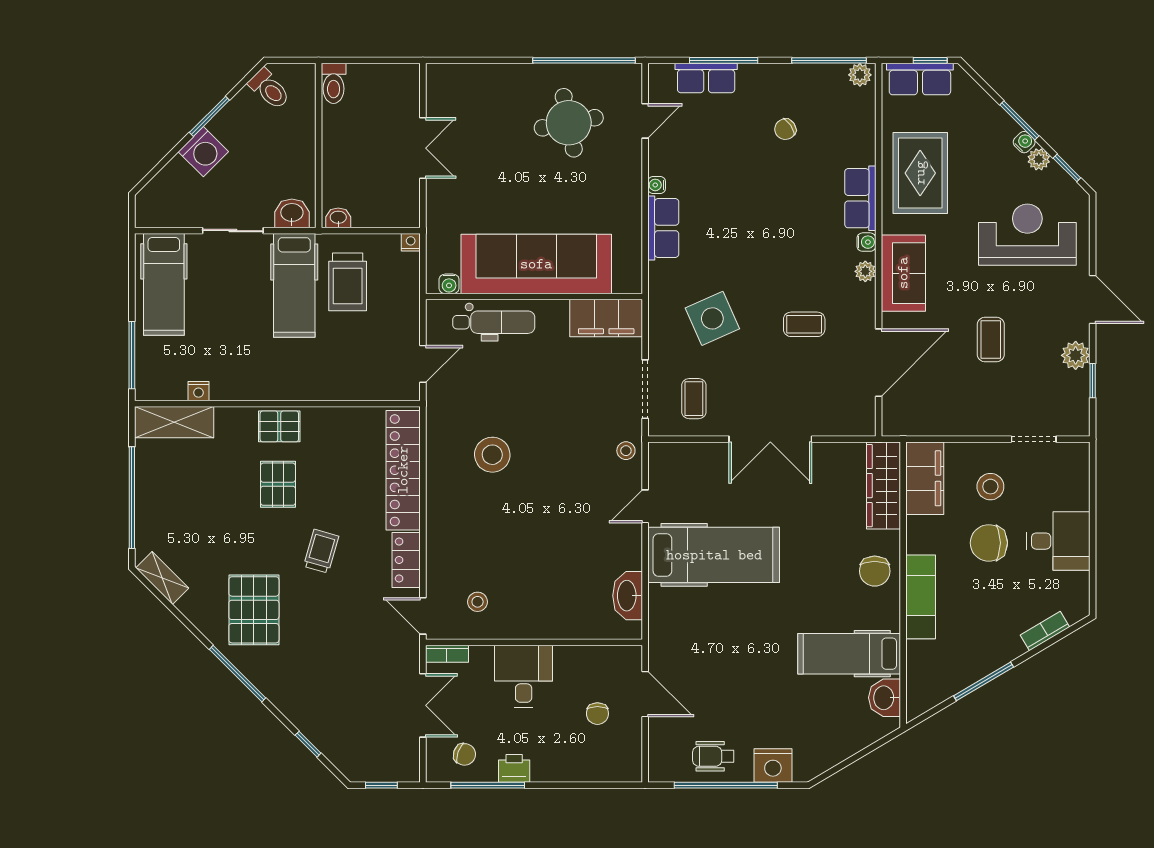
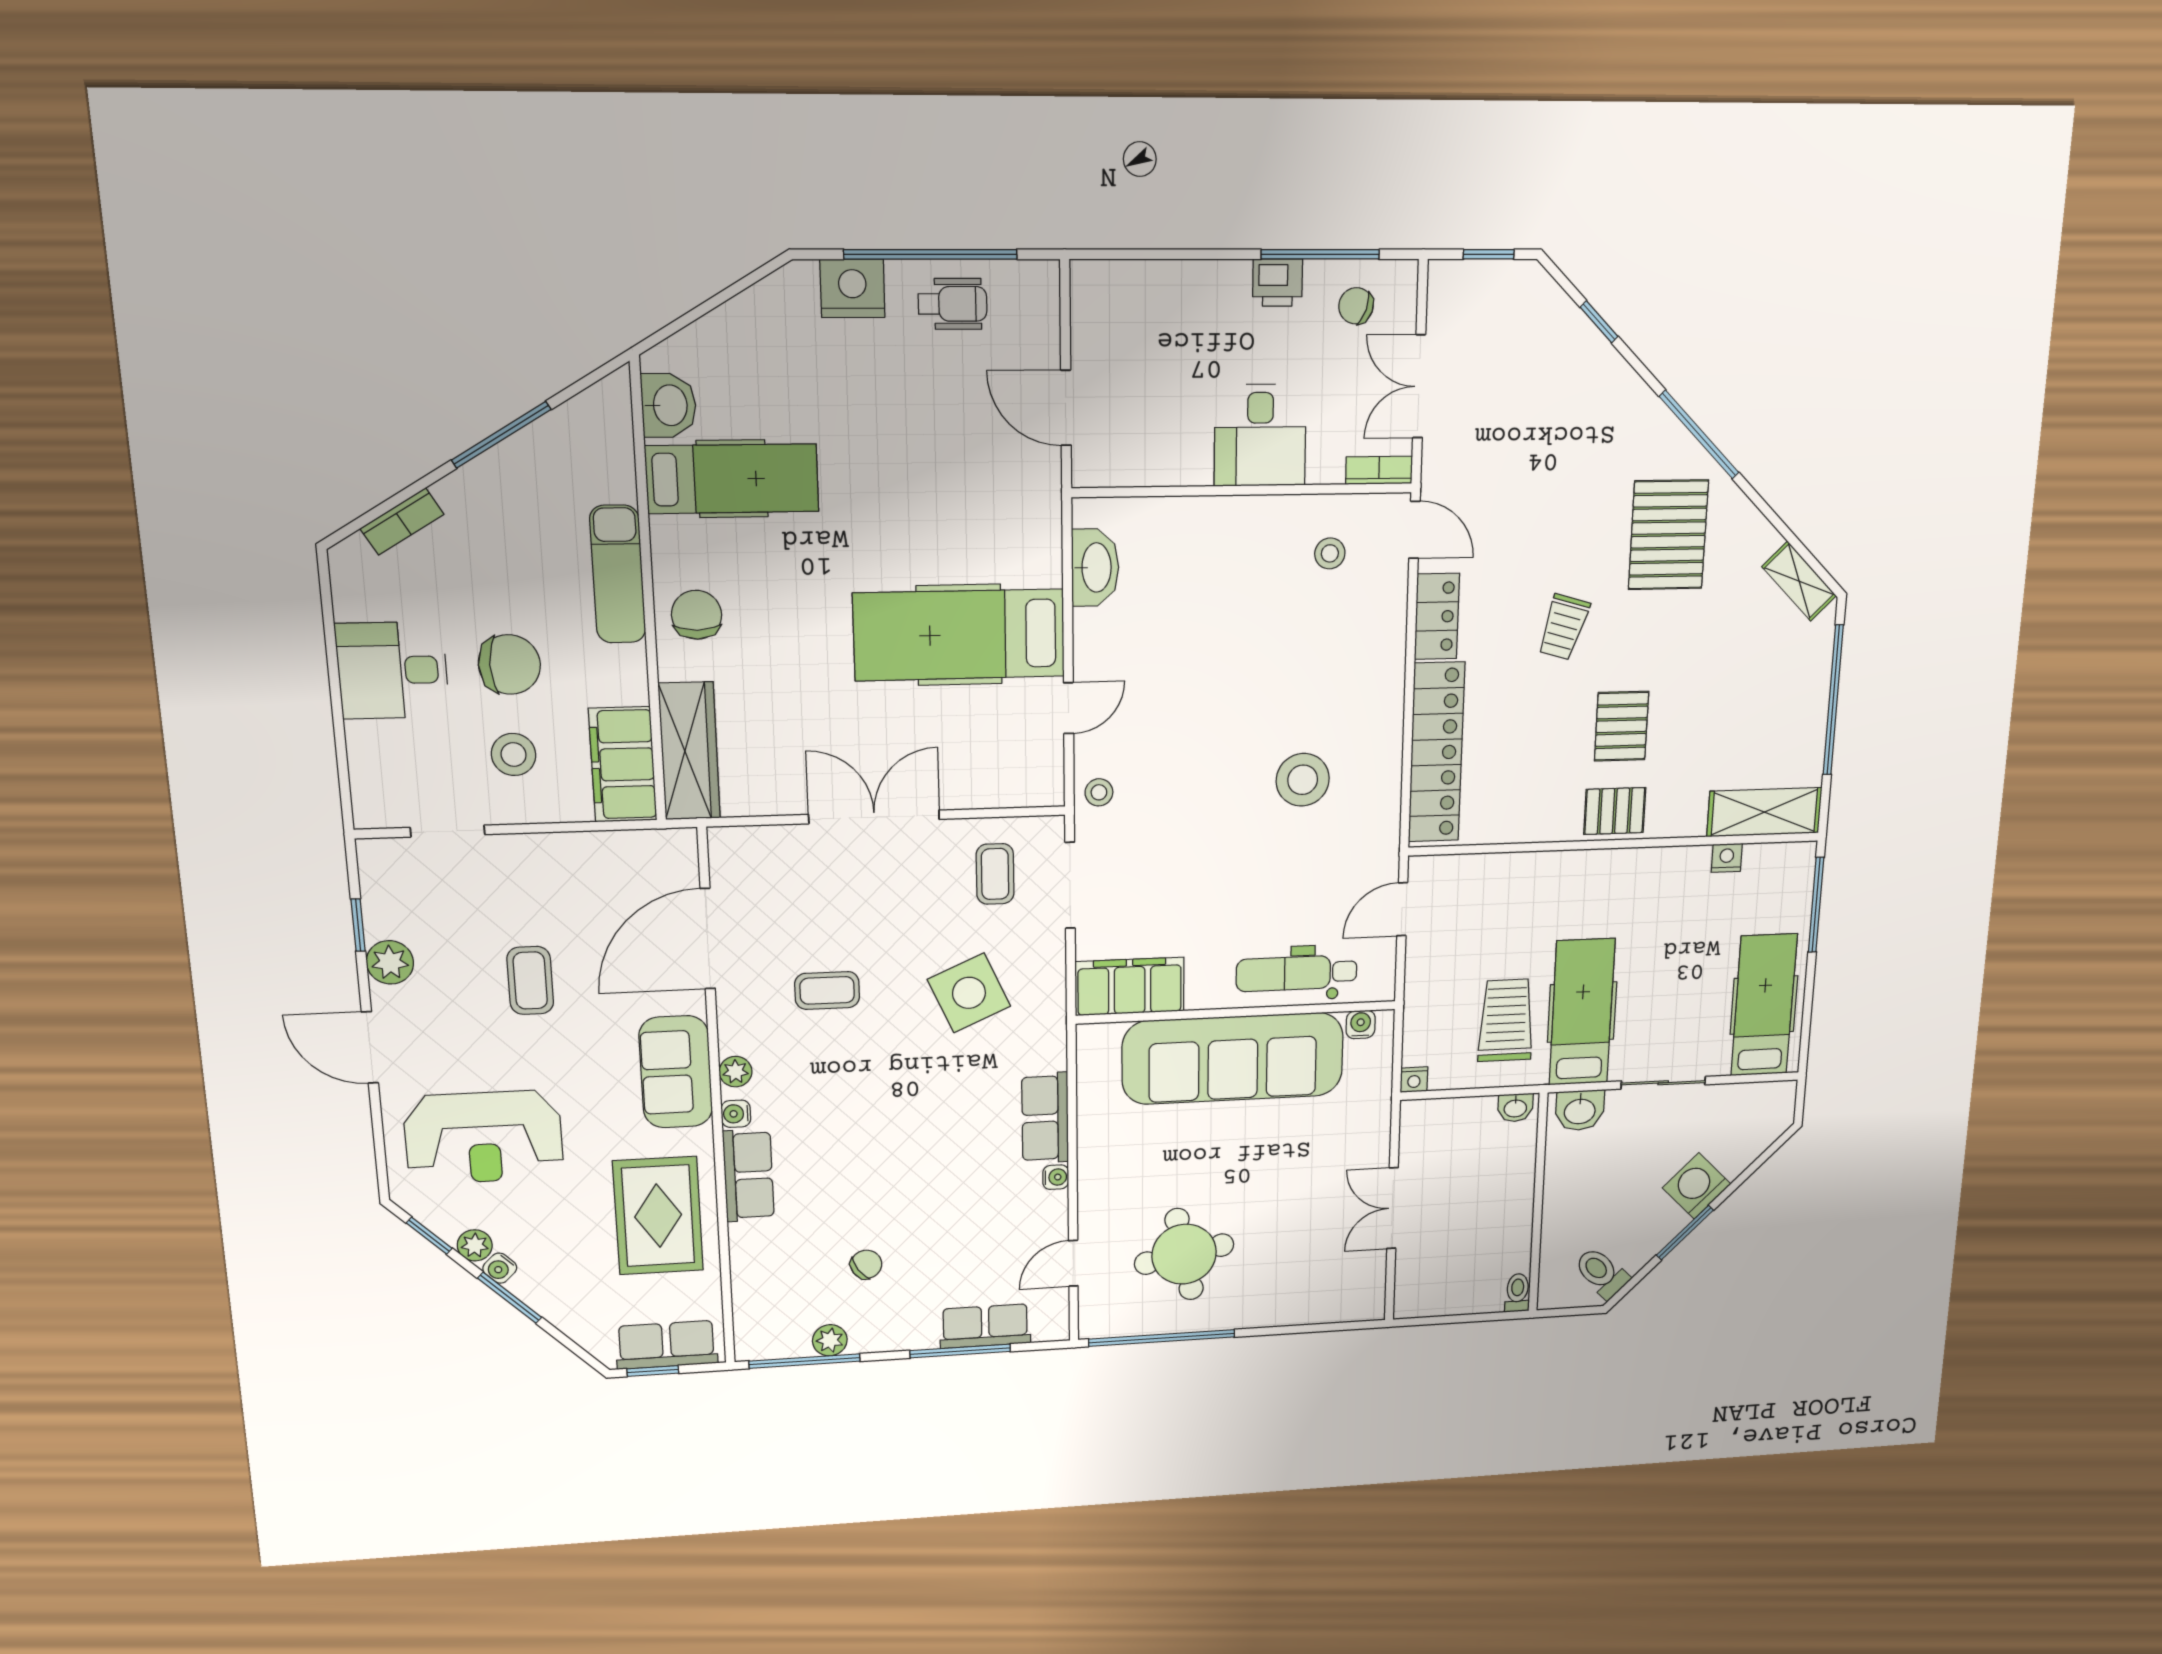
plant: (860, 75) -> (830, 1340), moved
toilet: (334, 83) -> (1517, 1293), width x0.73, depth x0.72
chair: (597, 714) -> (1143, 375), removed

